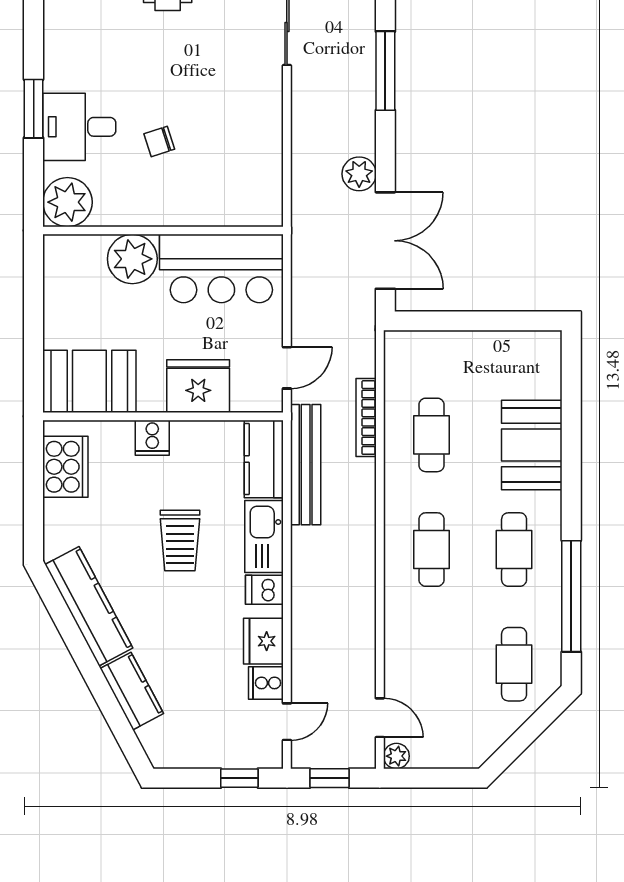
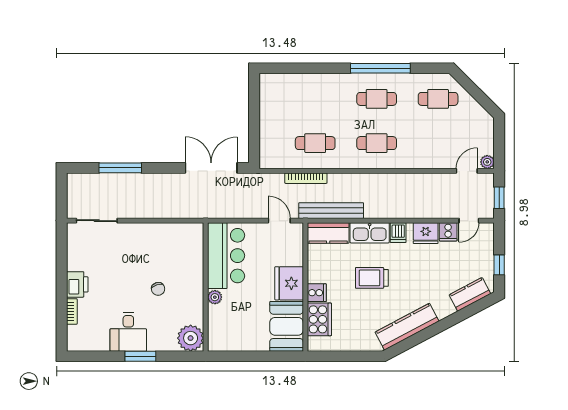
desk: (79, 127) -> (128, 332), moved
plant: (359, 174) -> (175, 182), removed
plant: (132, 259) -> (215, 297), width x0.53, depth x0.53
fridge: (198, 386) -> (289, 283), moved
booth: (532, 445) -> (321, 89), removed
cooker: (65, 467) -> (319, 319), moved, turned 90
trolley: (180, 541) -> (372, 278), turned 180
window: (571, 596) -> (380, 68), moved
kitchen counter: (132, 691) -> (470, 294), moved
door: (287, 722) -> (469, 221), swing flipped
window: (239, 778) -> (499, 265), moved

